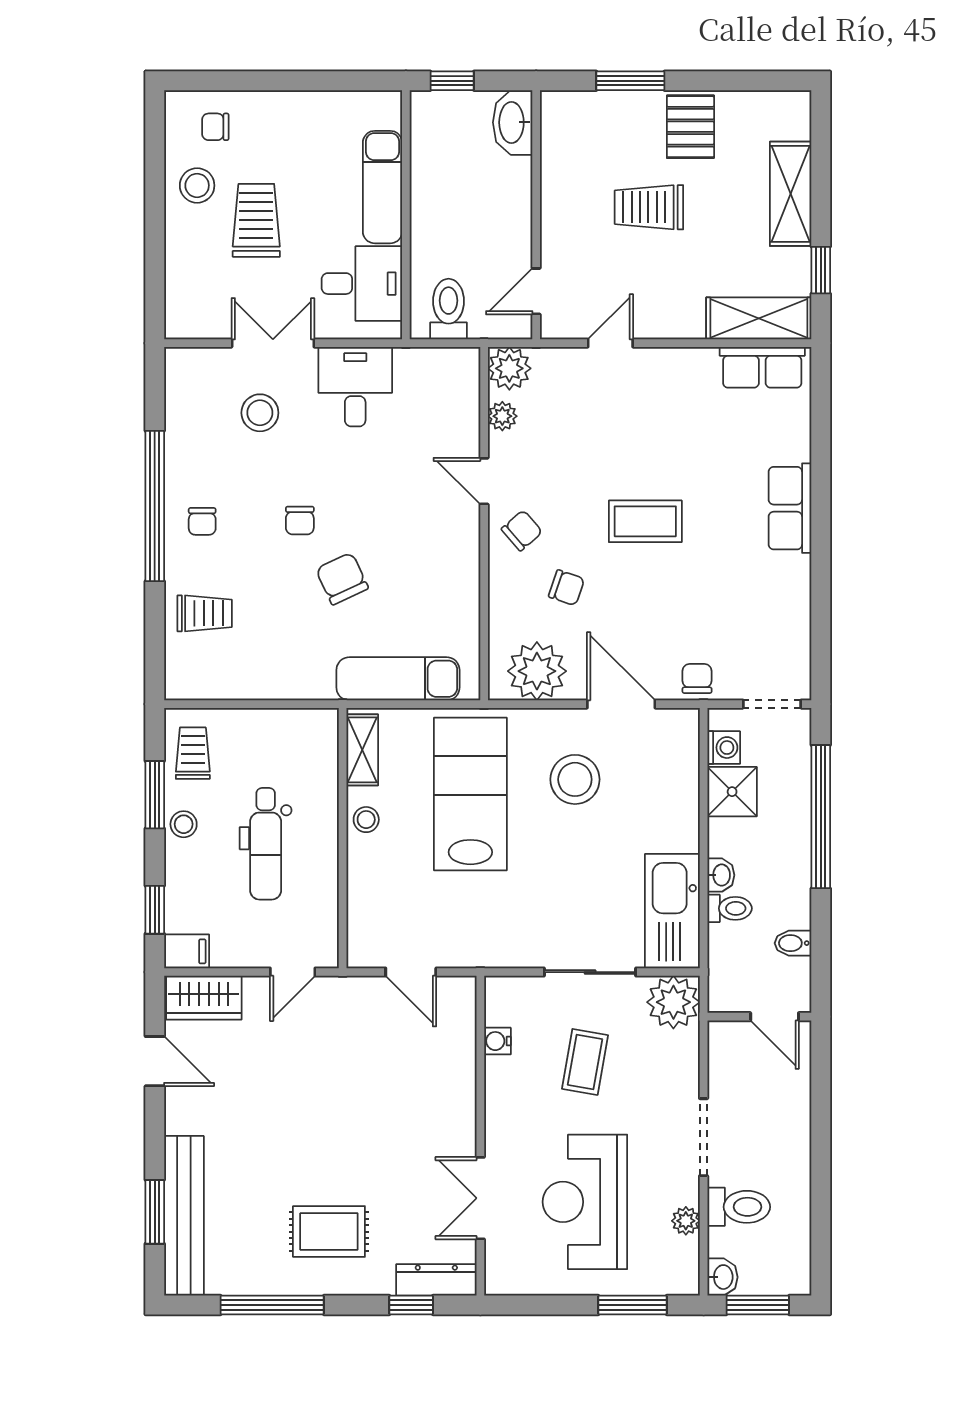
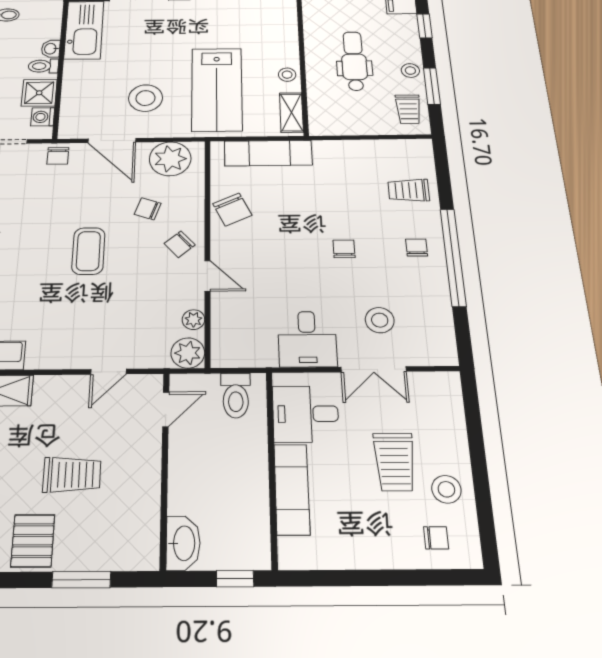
coffee table: (645, 521) -> (88, 251), turned 90
chair: (342, 579) -> (232, 209), moved
toilet: (730, 908) -> (43, 66), moved

